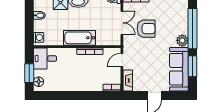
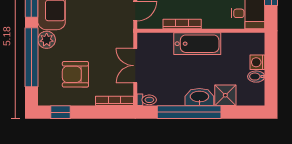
armchair: (146, 29) -> (75, 74), moved
washing machine: (39, 37) -> (257, 62), moved

